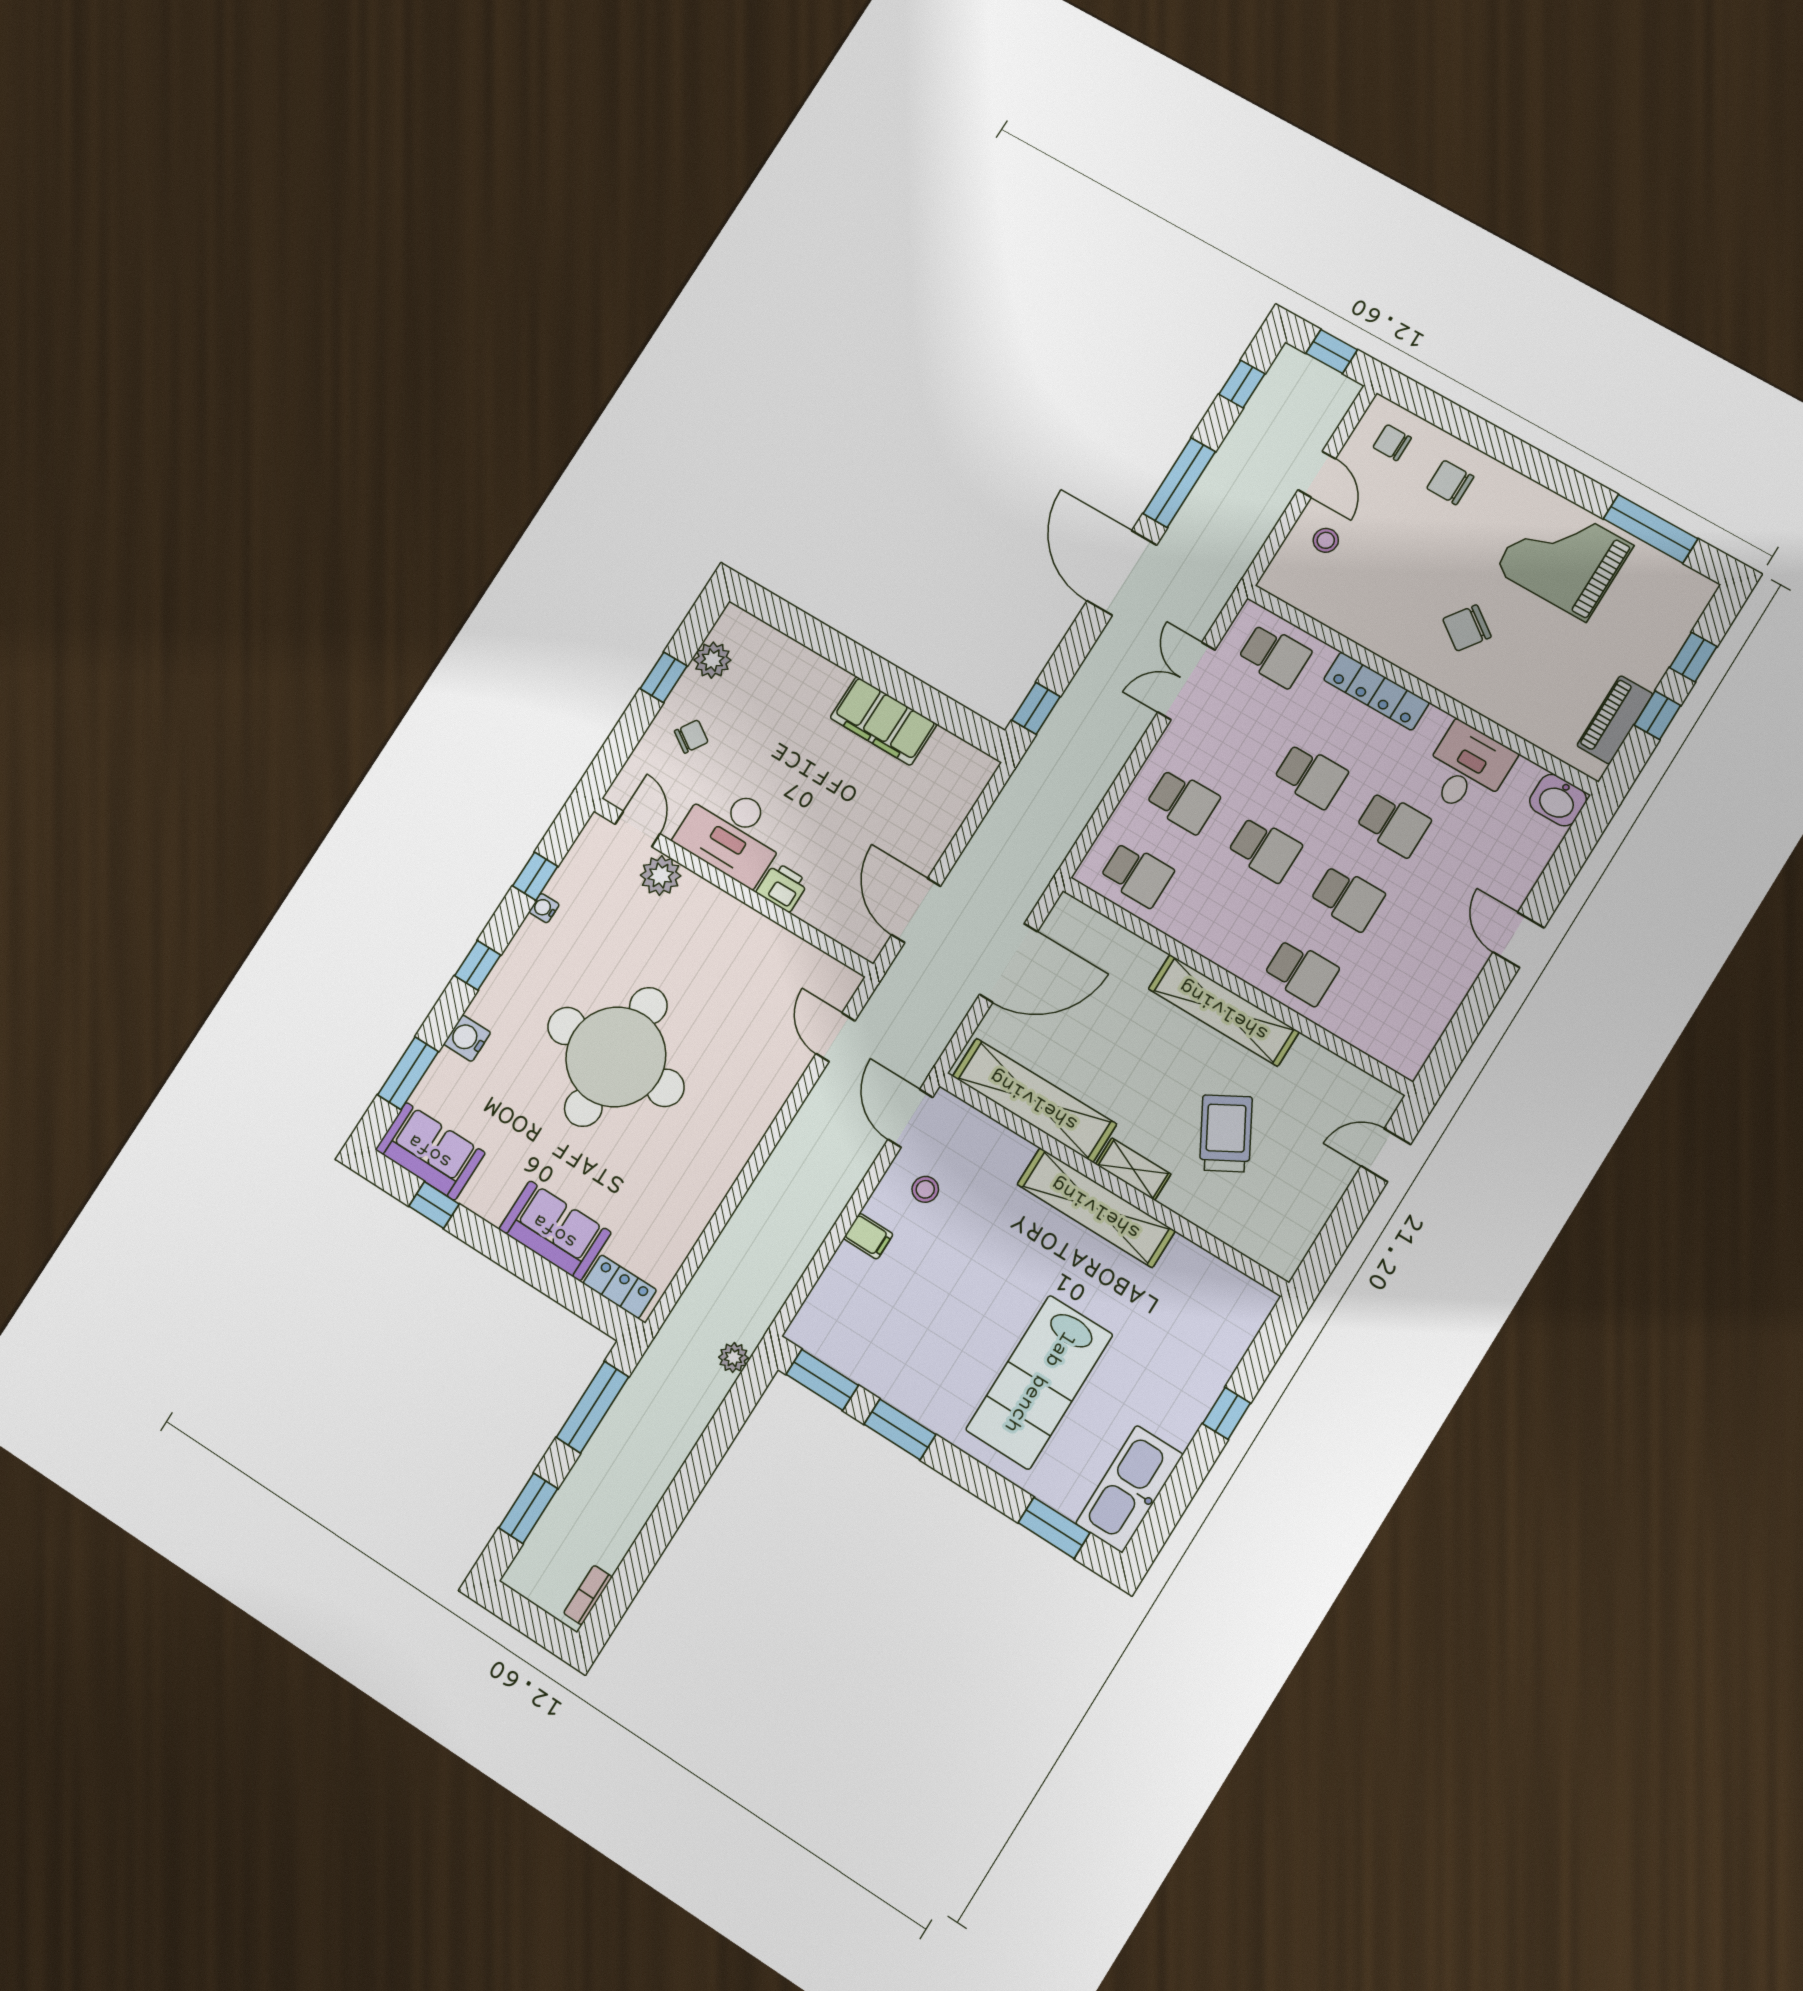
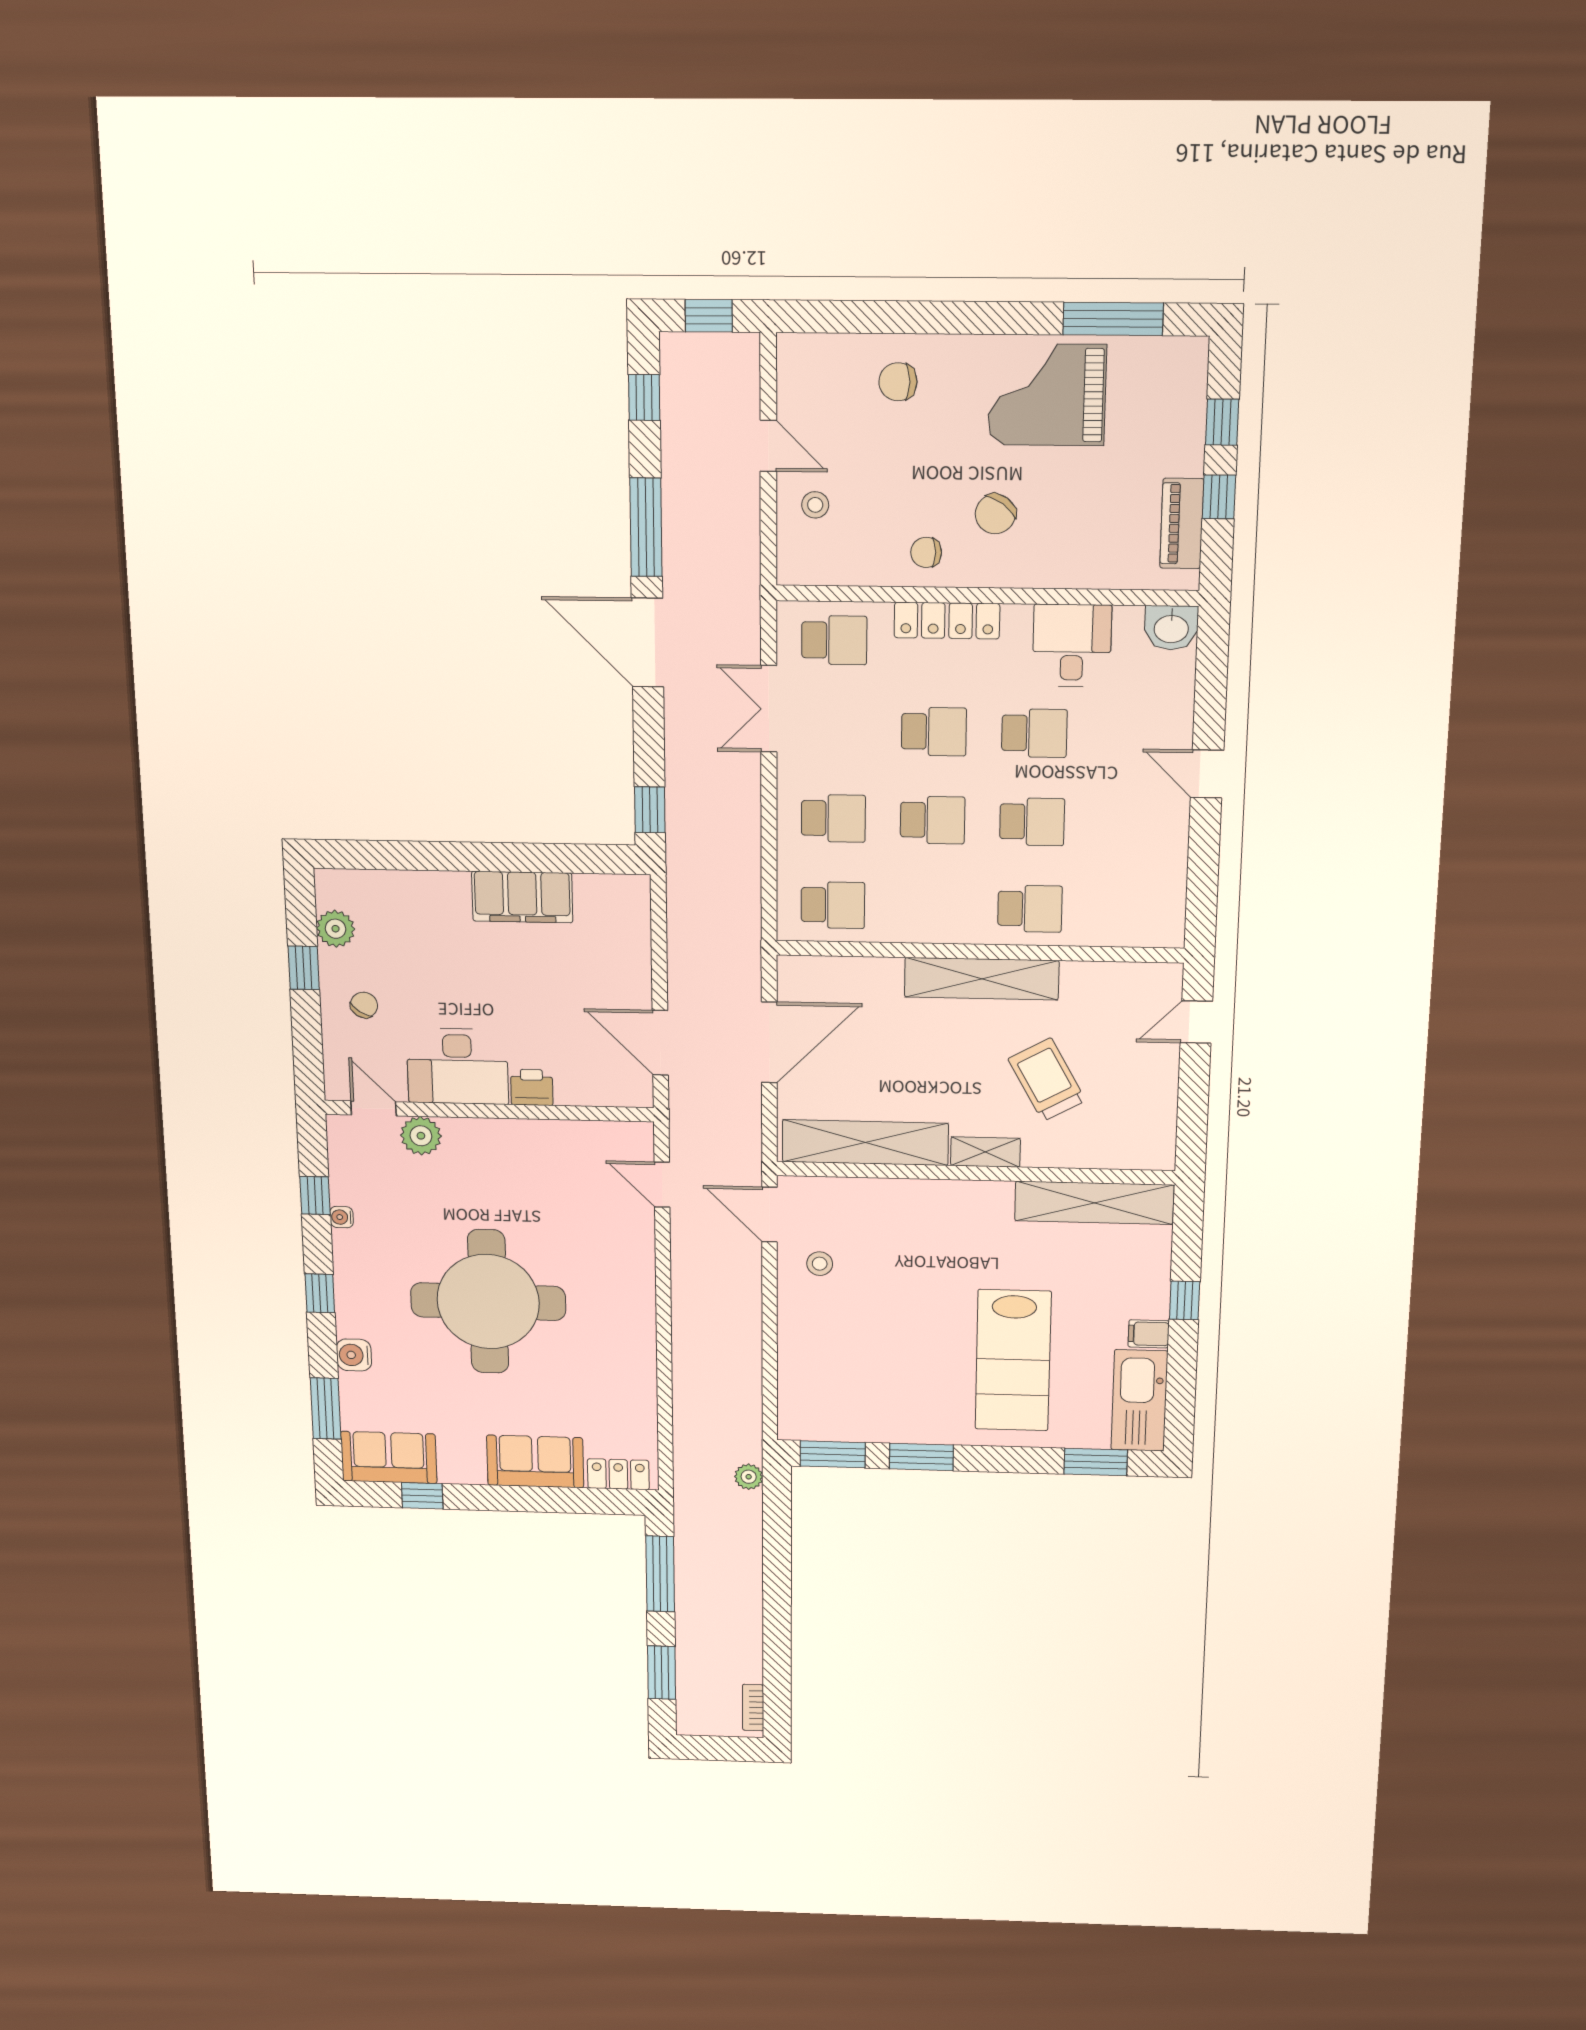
chair: (1392, 443) -> (926, 552), moved
shelving: (1096, 1208) -> (1094, 1203), moved
filing cabinet: (868, 1236) -> (1149, 1334), moved, turned 180

